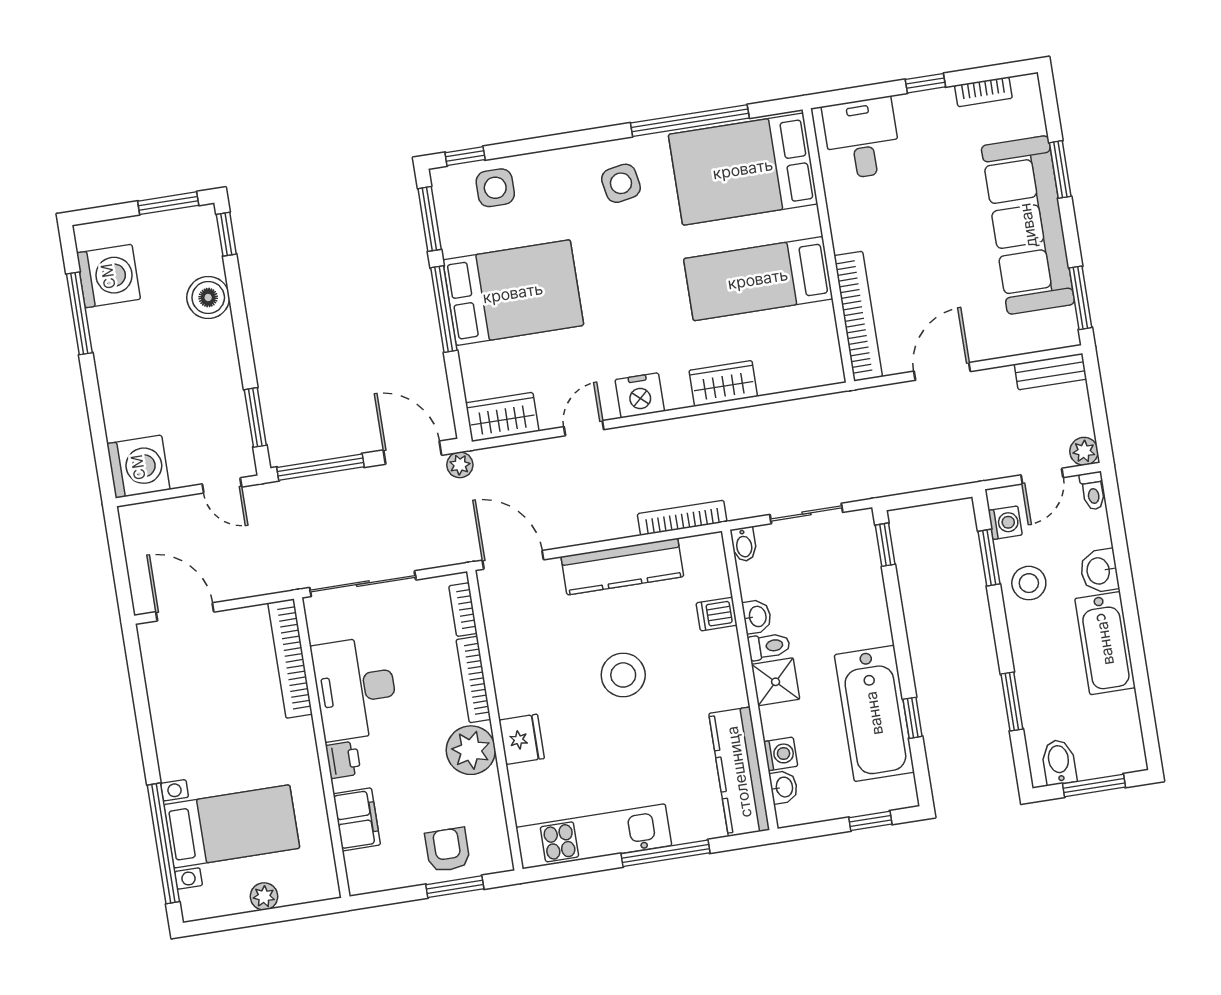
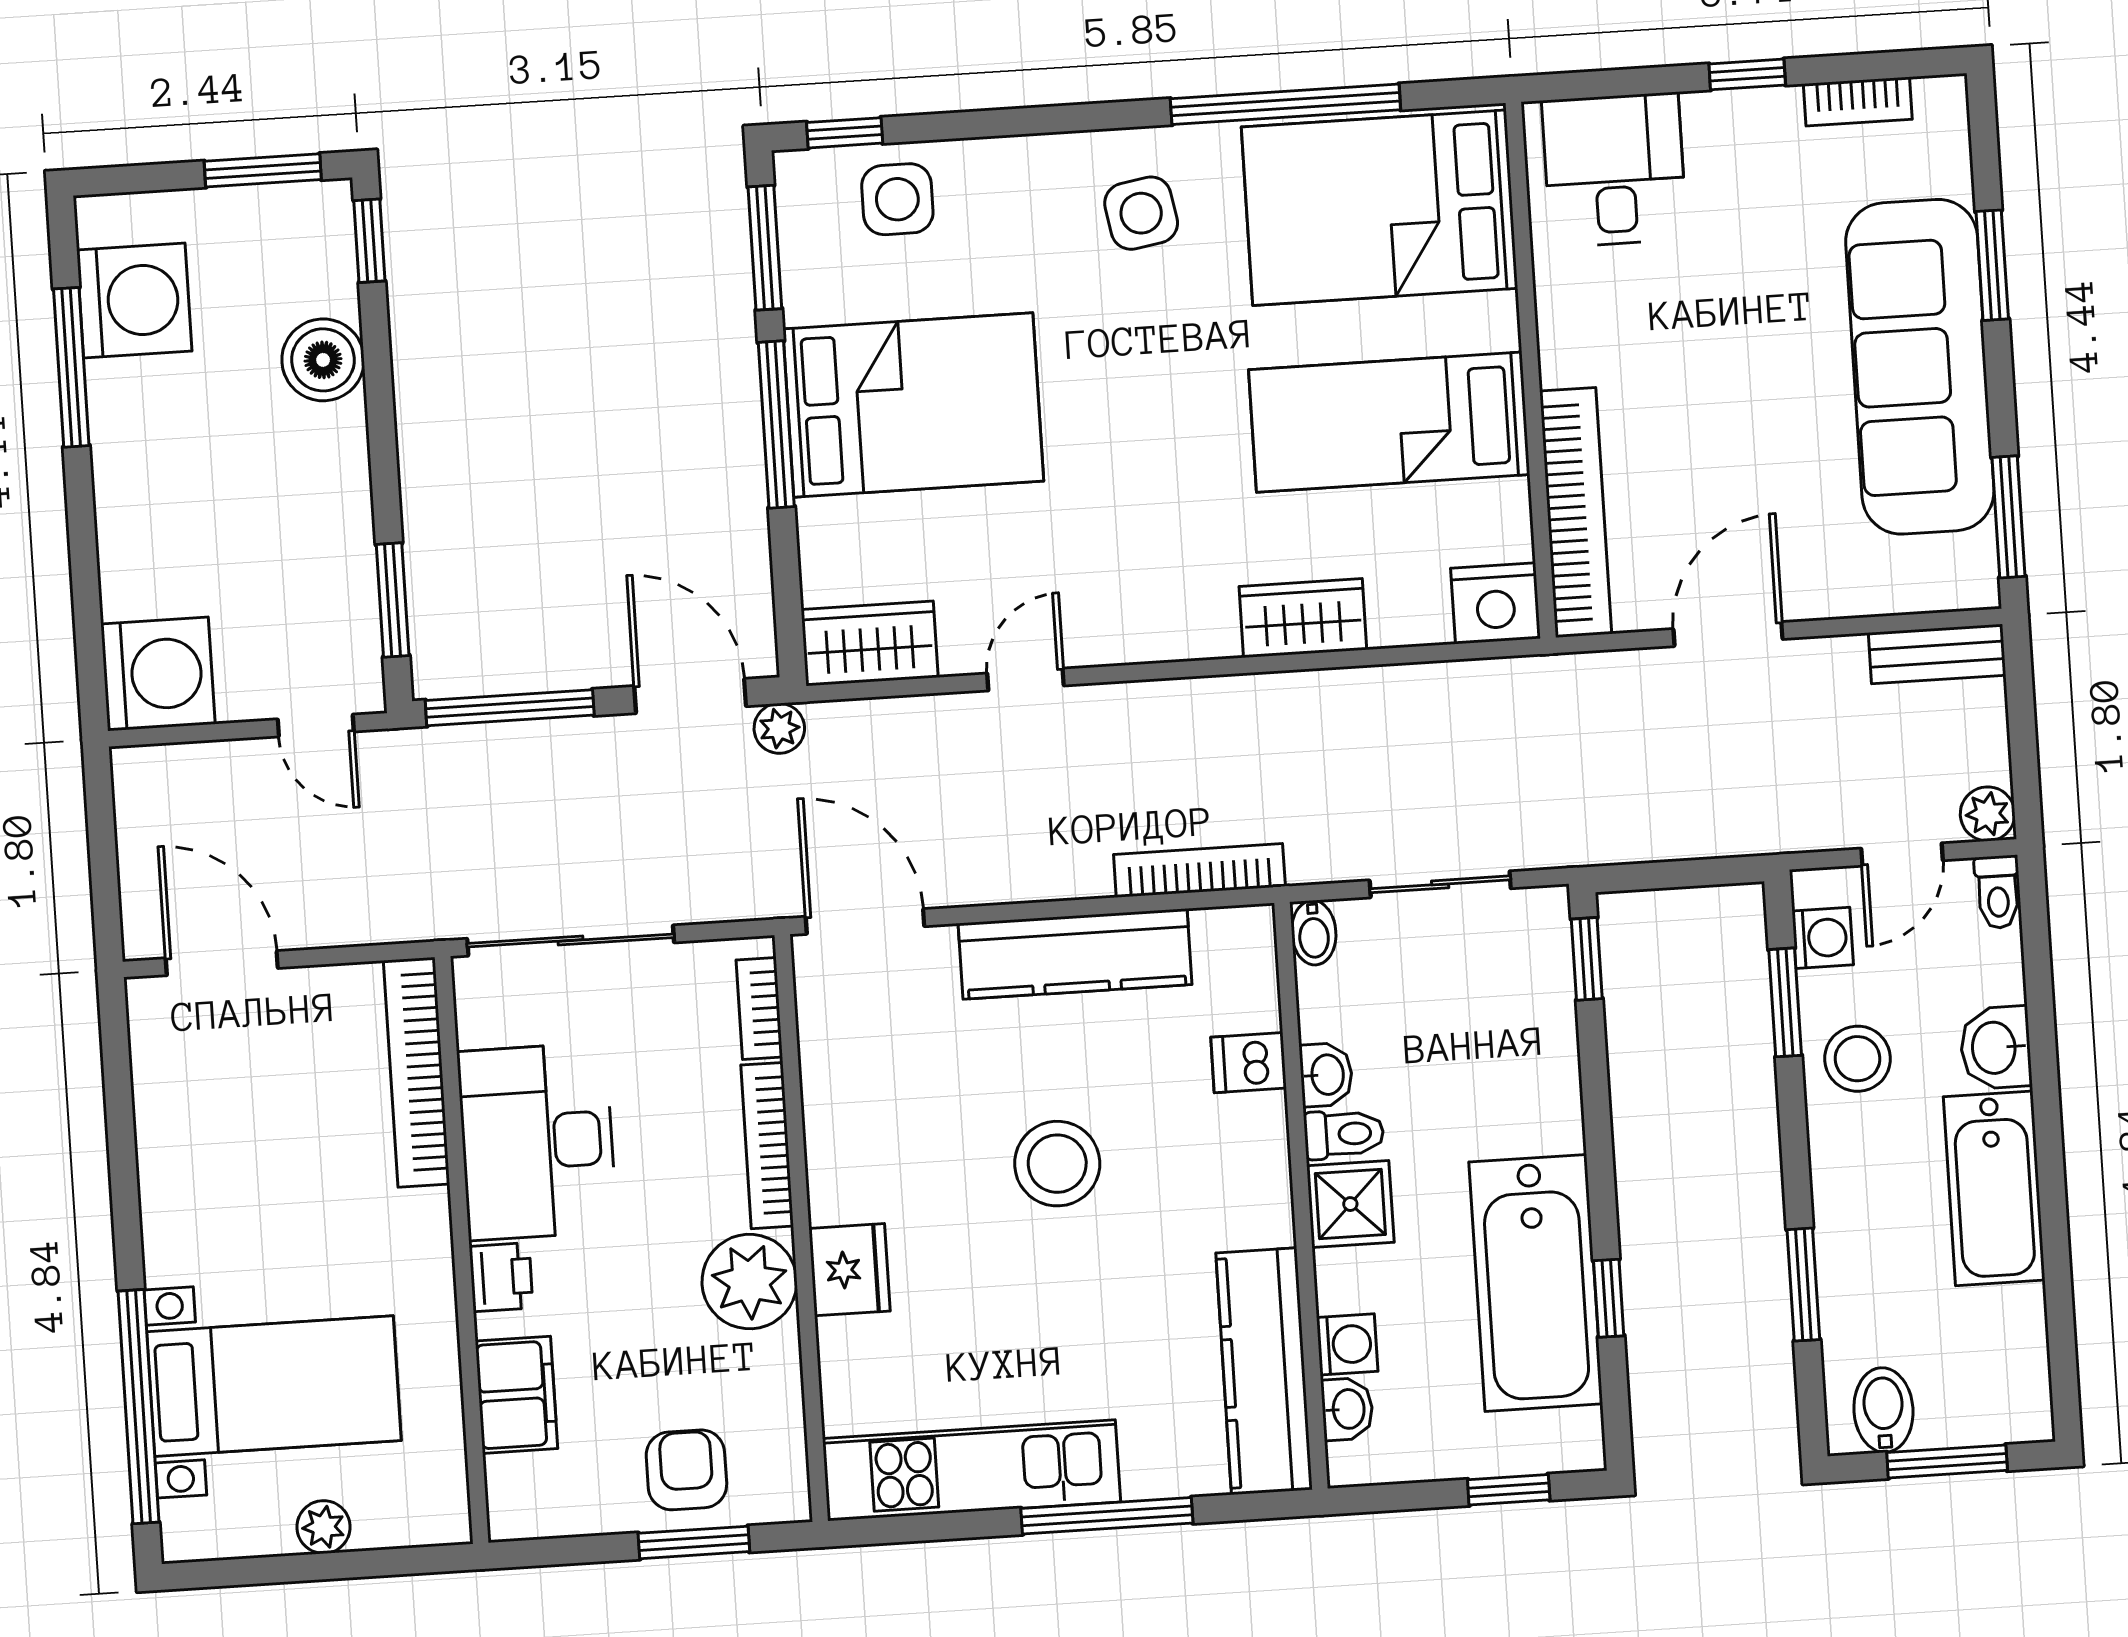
nightstand: (640, 395) -> (1495, 603), moved

